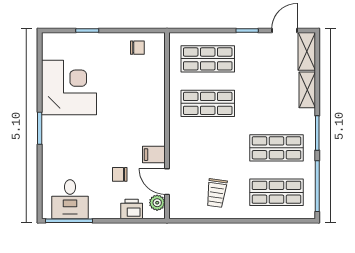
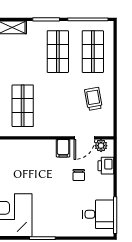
trolley: (216, 193) -> (93, 99), turned -108

